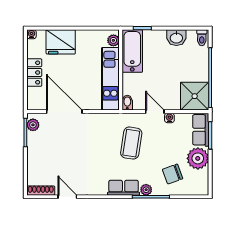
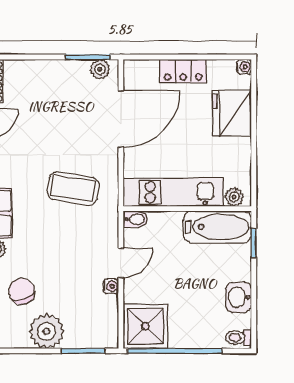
row of seats: (201, 130) -> (92, 336), removed
coffee table: (131, 143) -> (73, 189), moved

